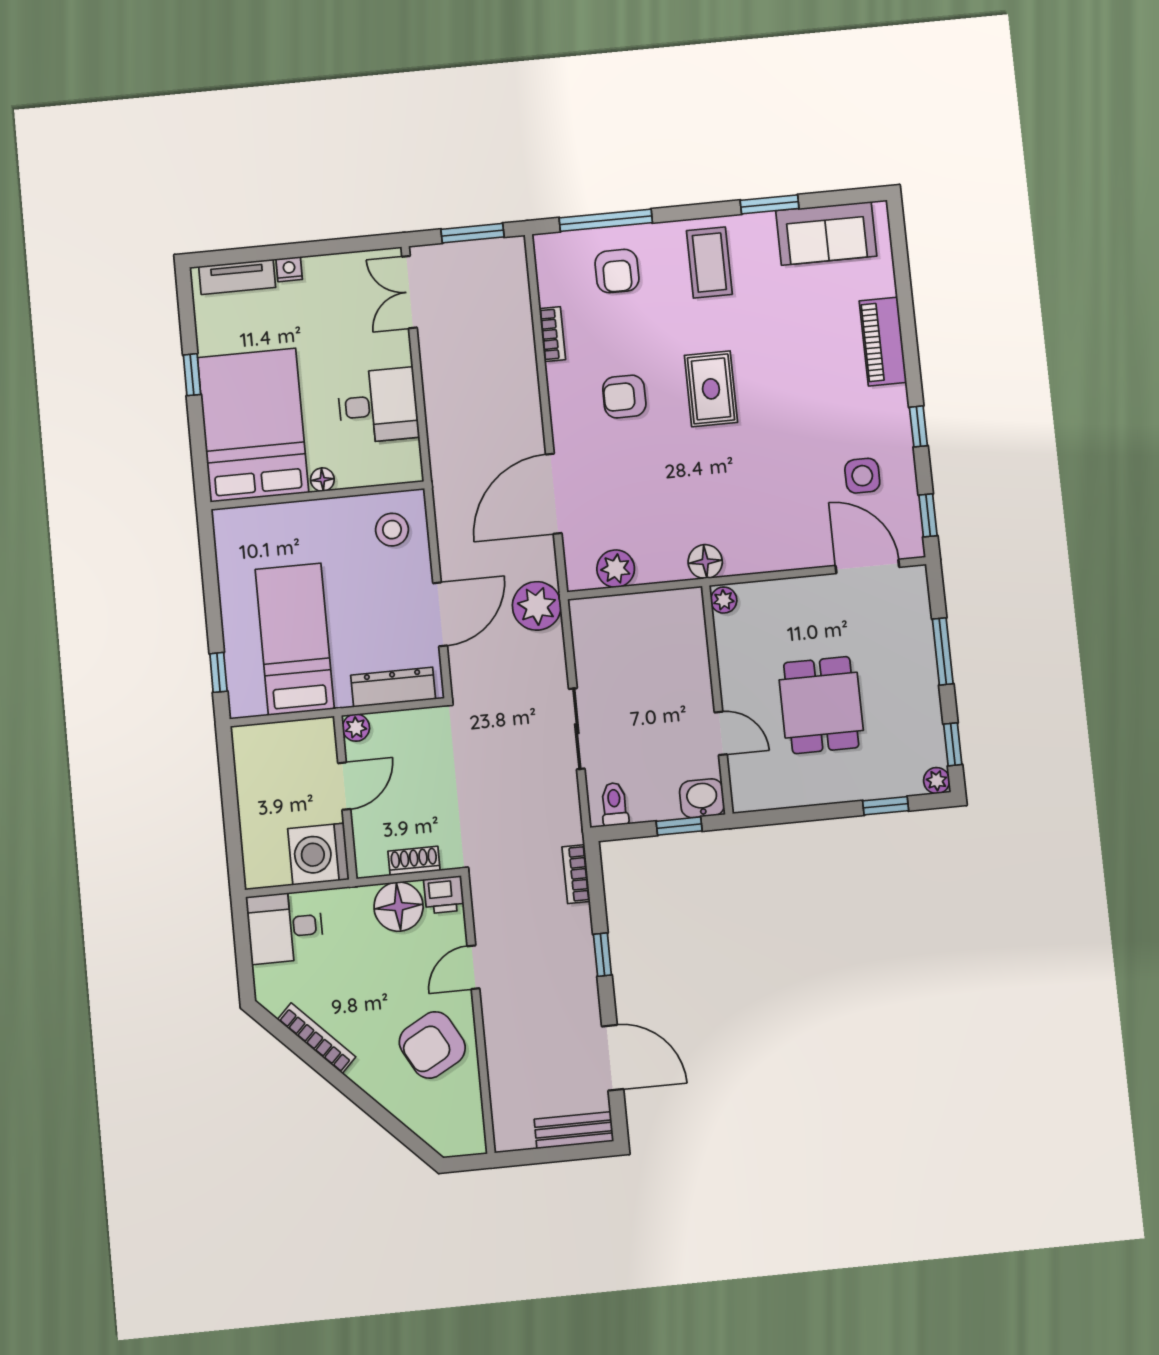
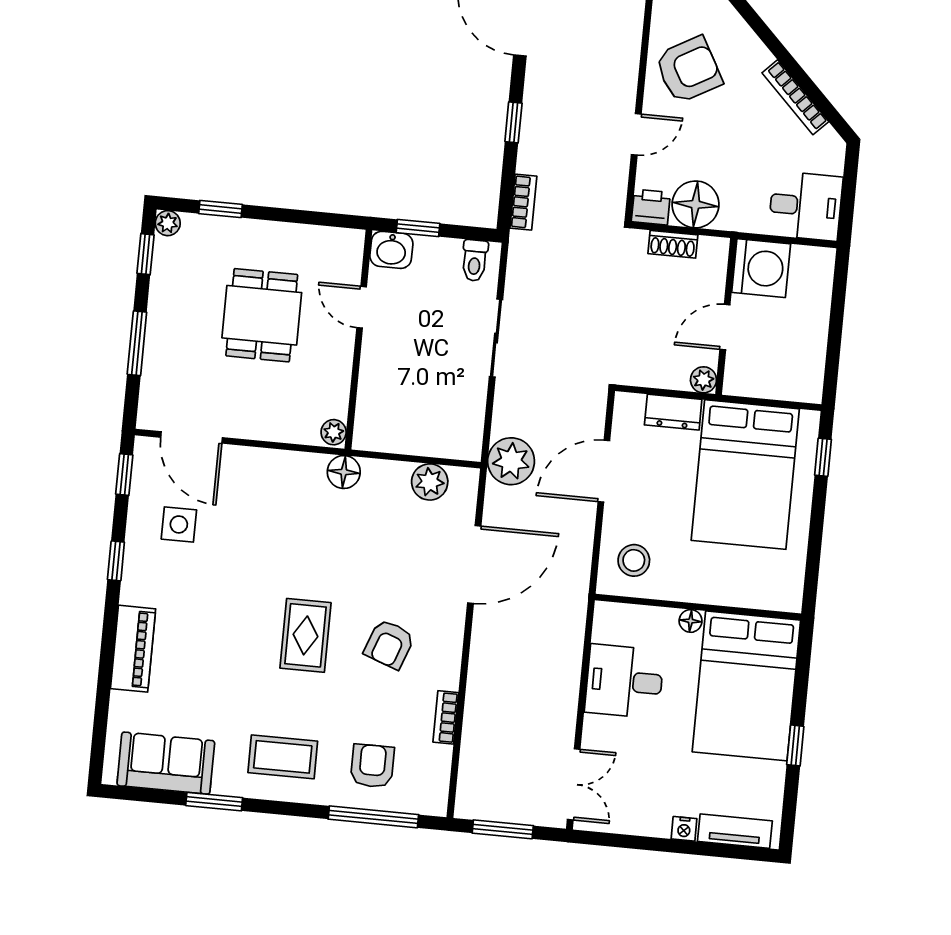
coffee table: (709, 263) -> (283, 757), turned 90
armchair: (624, 397) -> (389, 644), turned 110
bed: (295, 639) -> (745, 475), width x1.50
dresser: (393, 687) -> (673, 412), width x0.70

